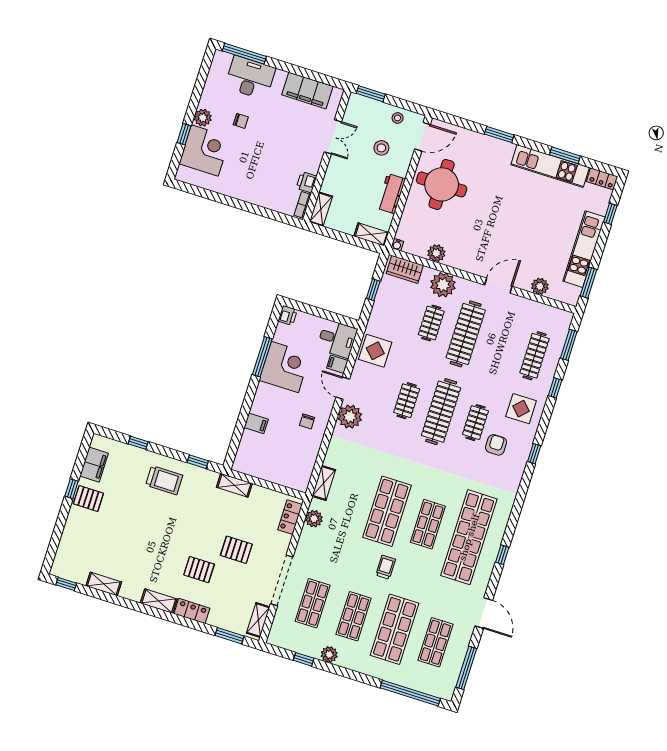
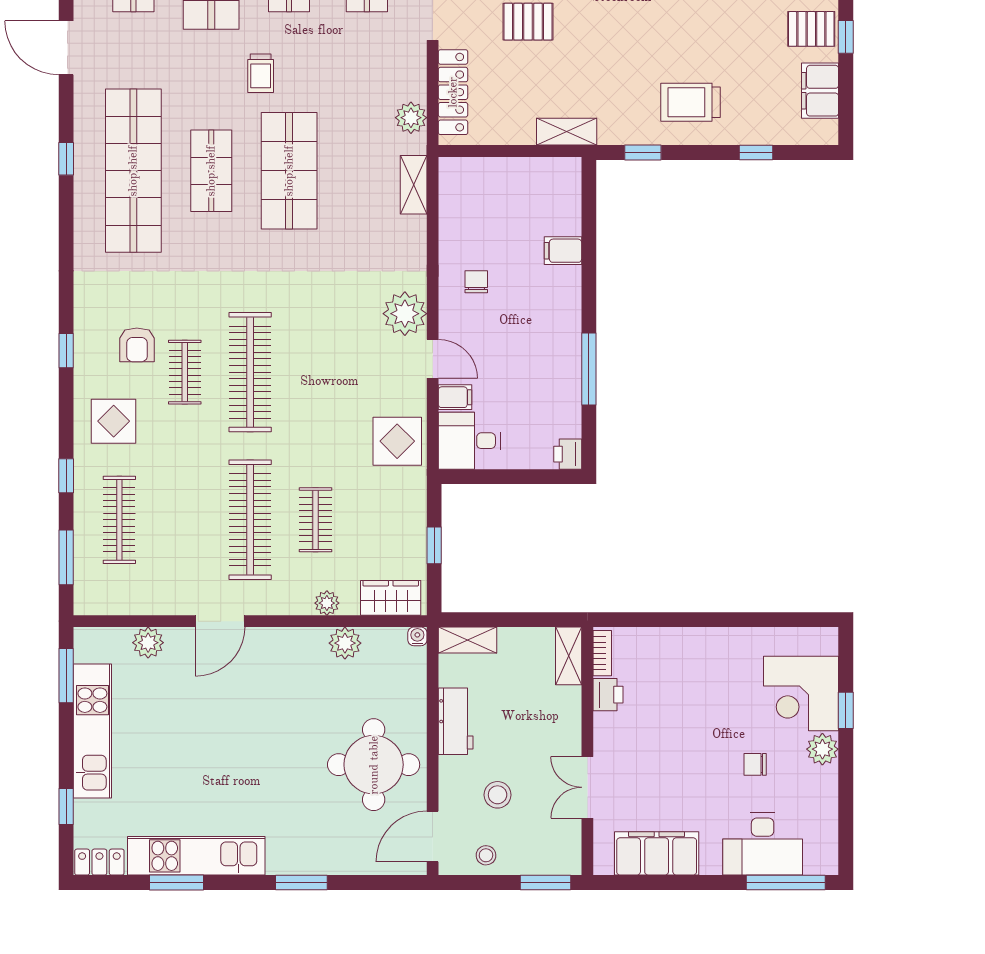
plant: (443, 285) -> (327, 603), width x0.53, depth x0.53
corner desk: (285, 367) -> (544, 364), removed
clothes rail: (407, 401) -> (316, 372), removed
locker: (290, 517) -> (453, 92), width x1.53

